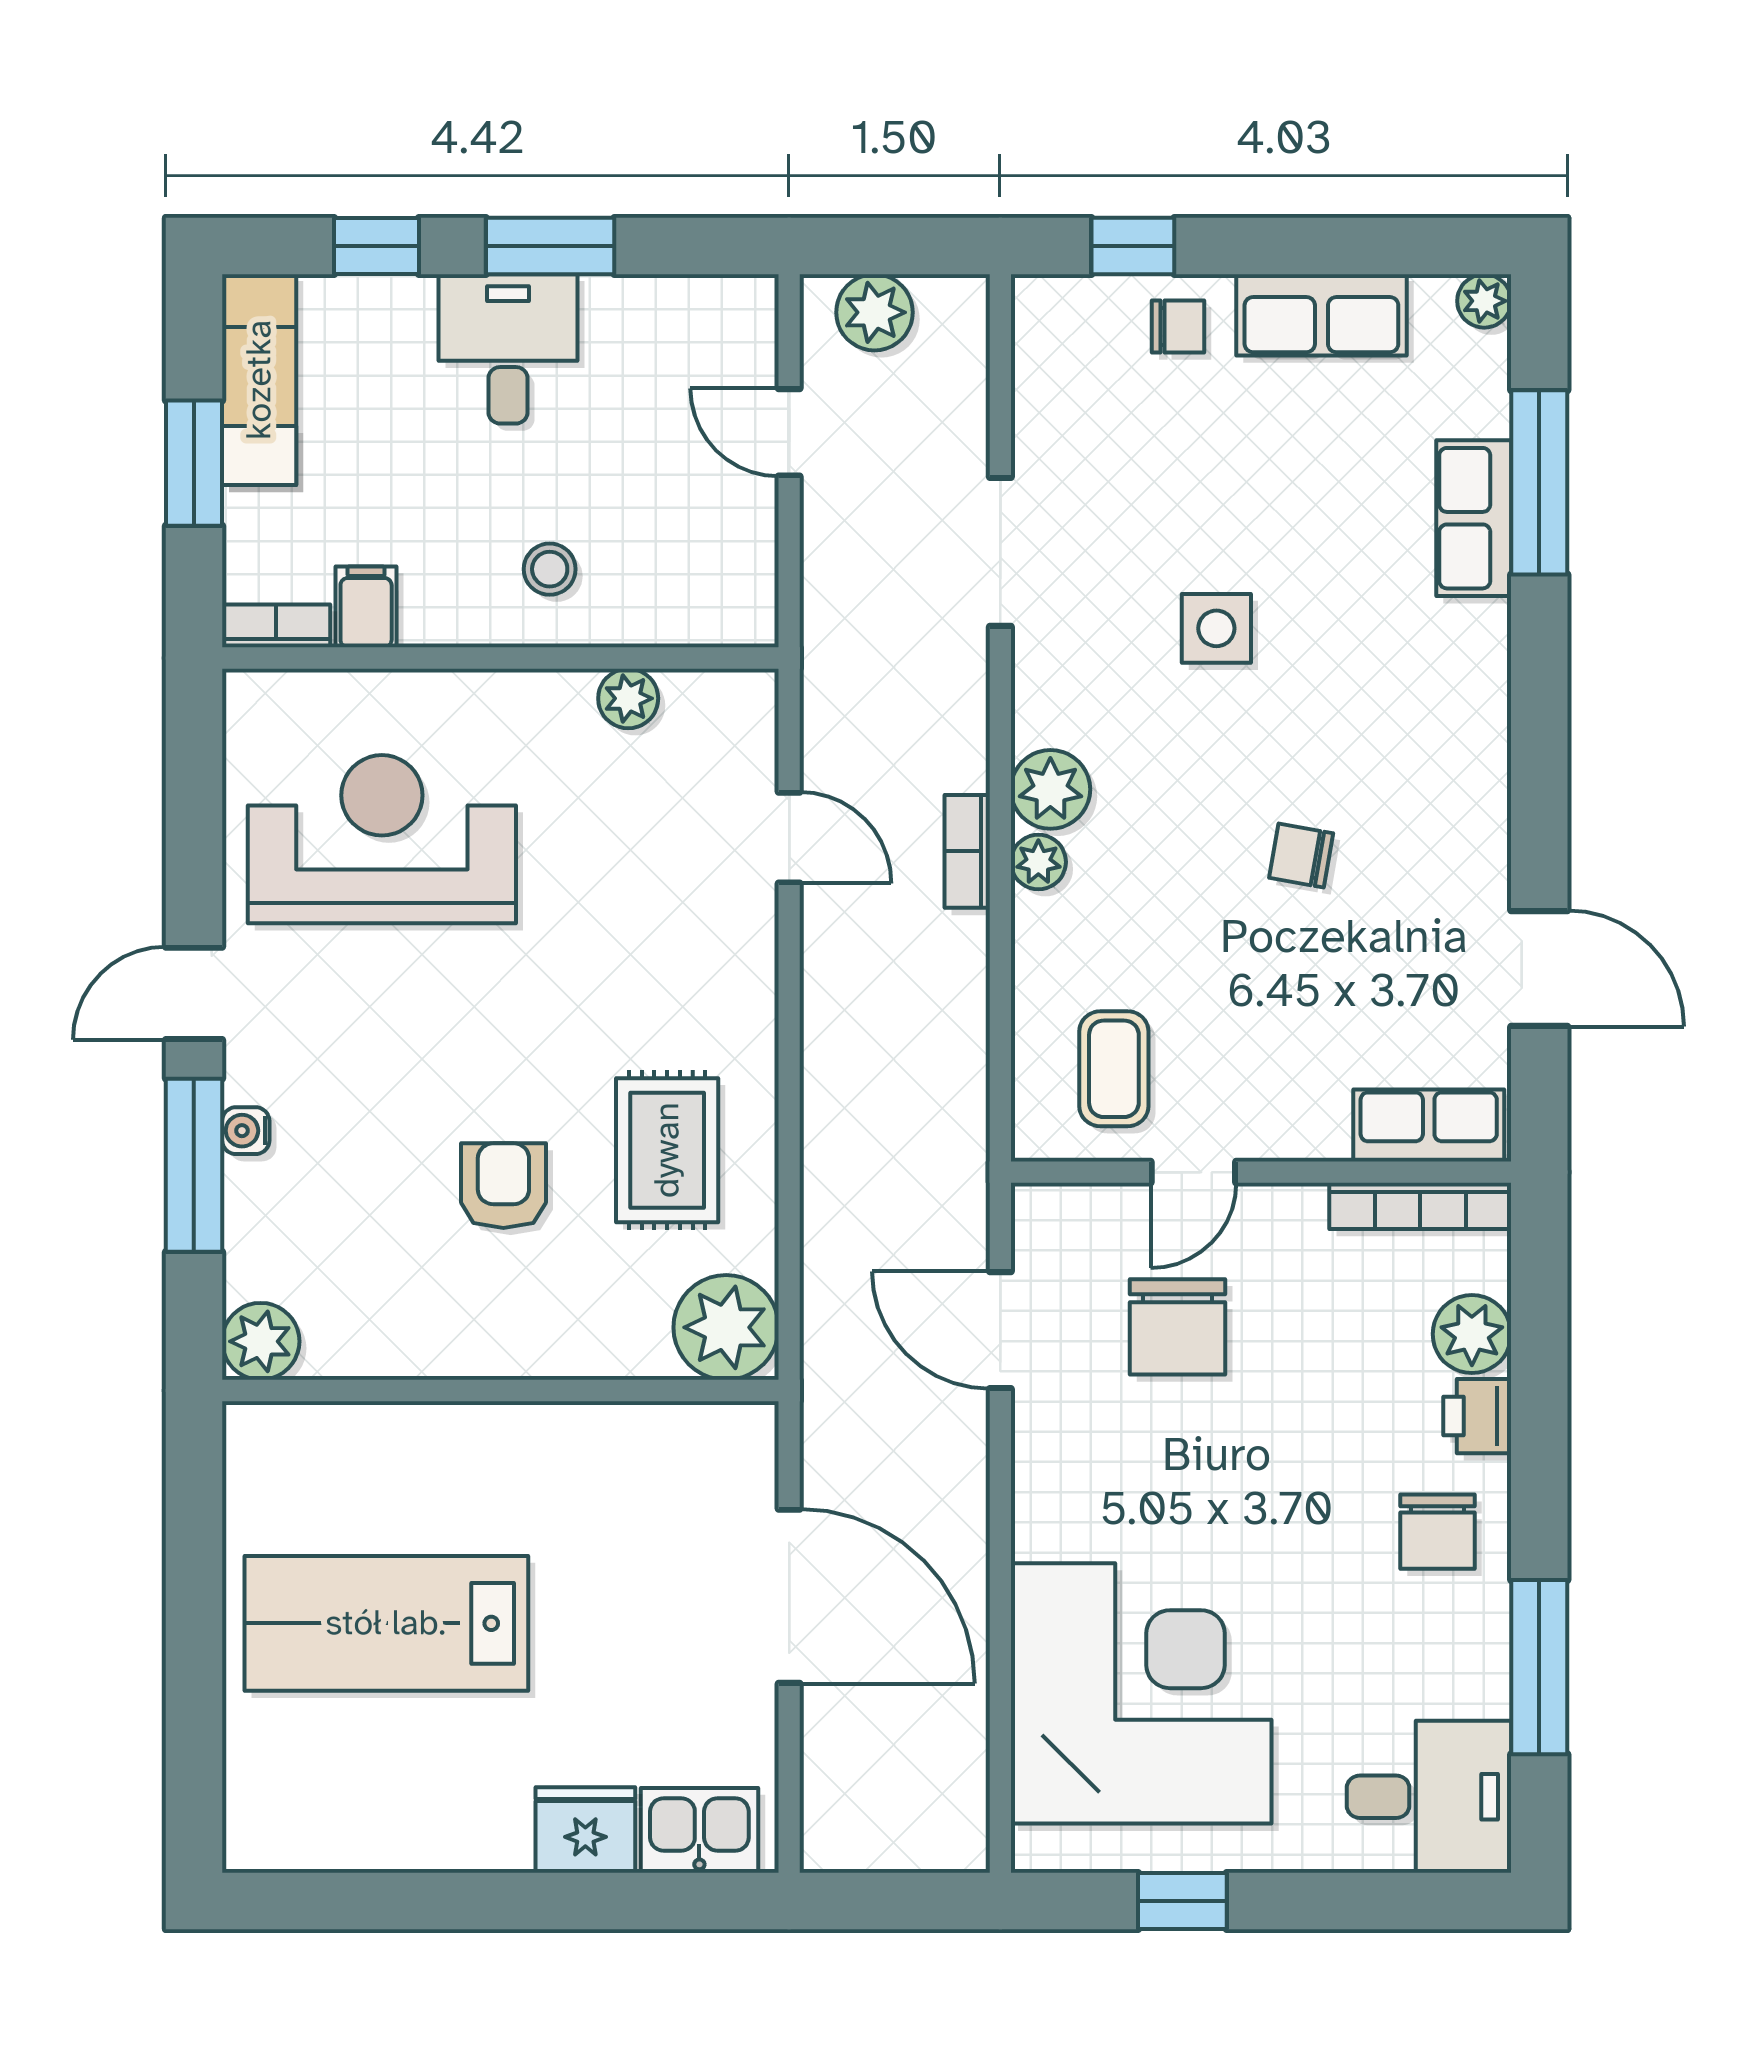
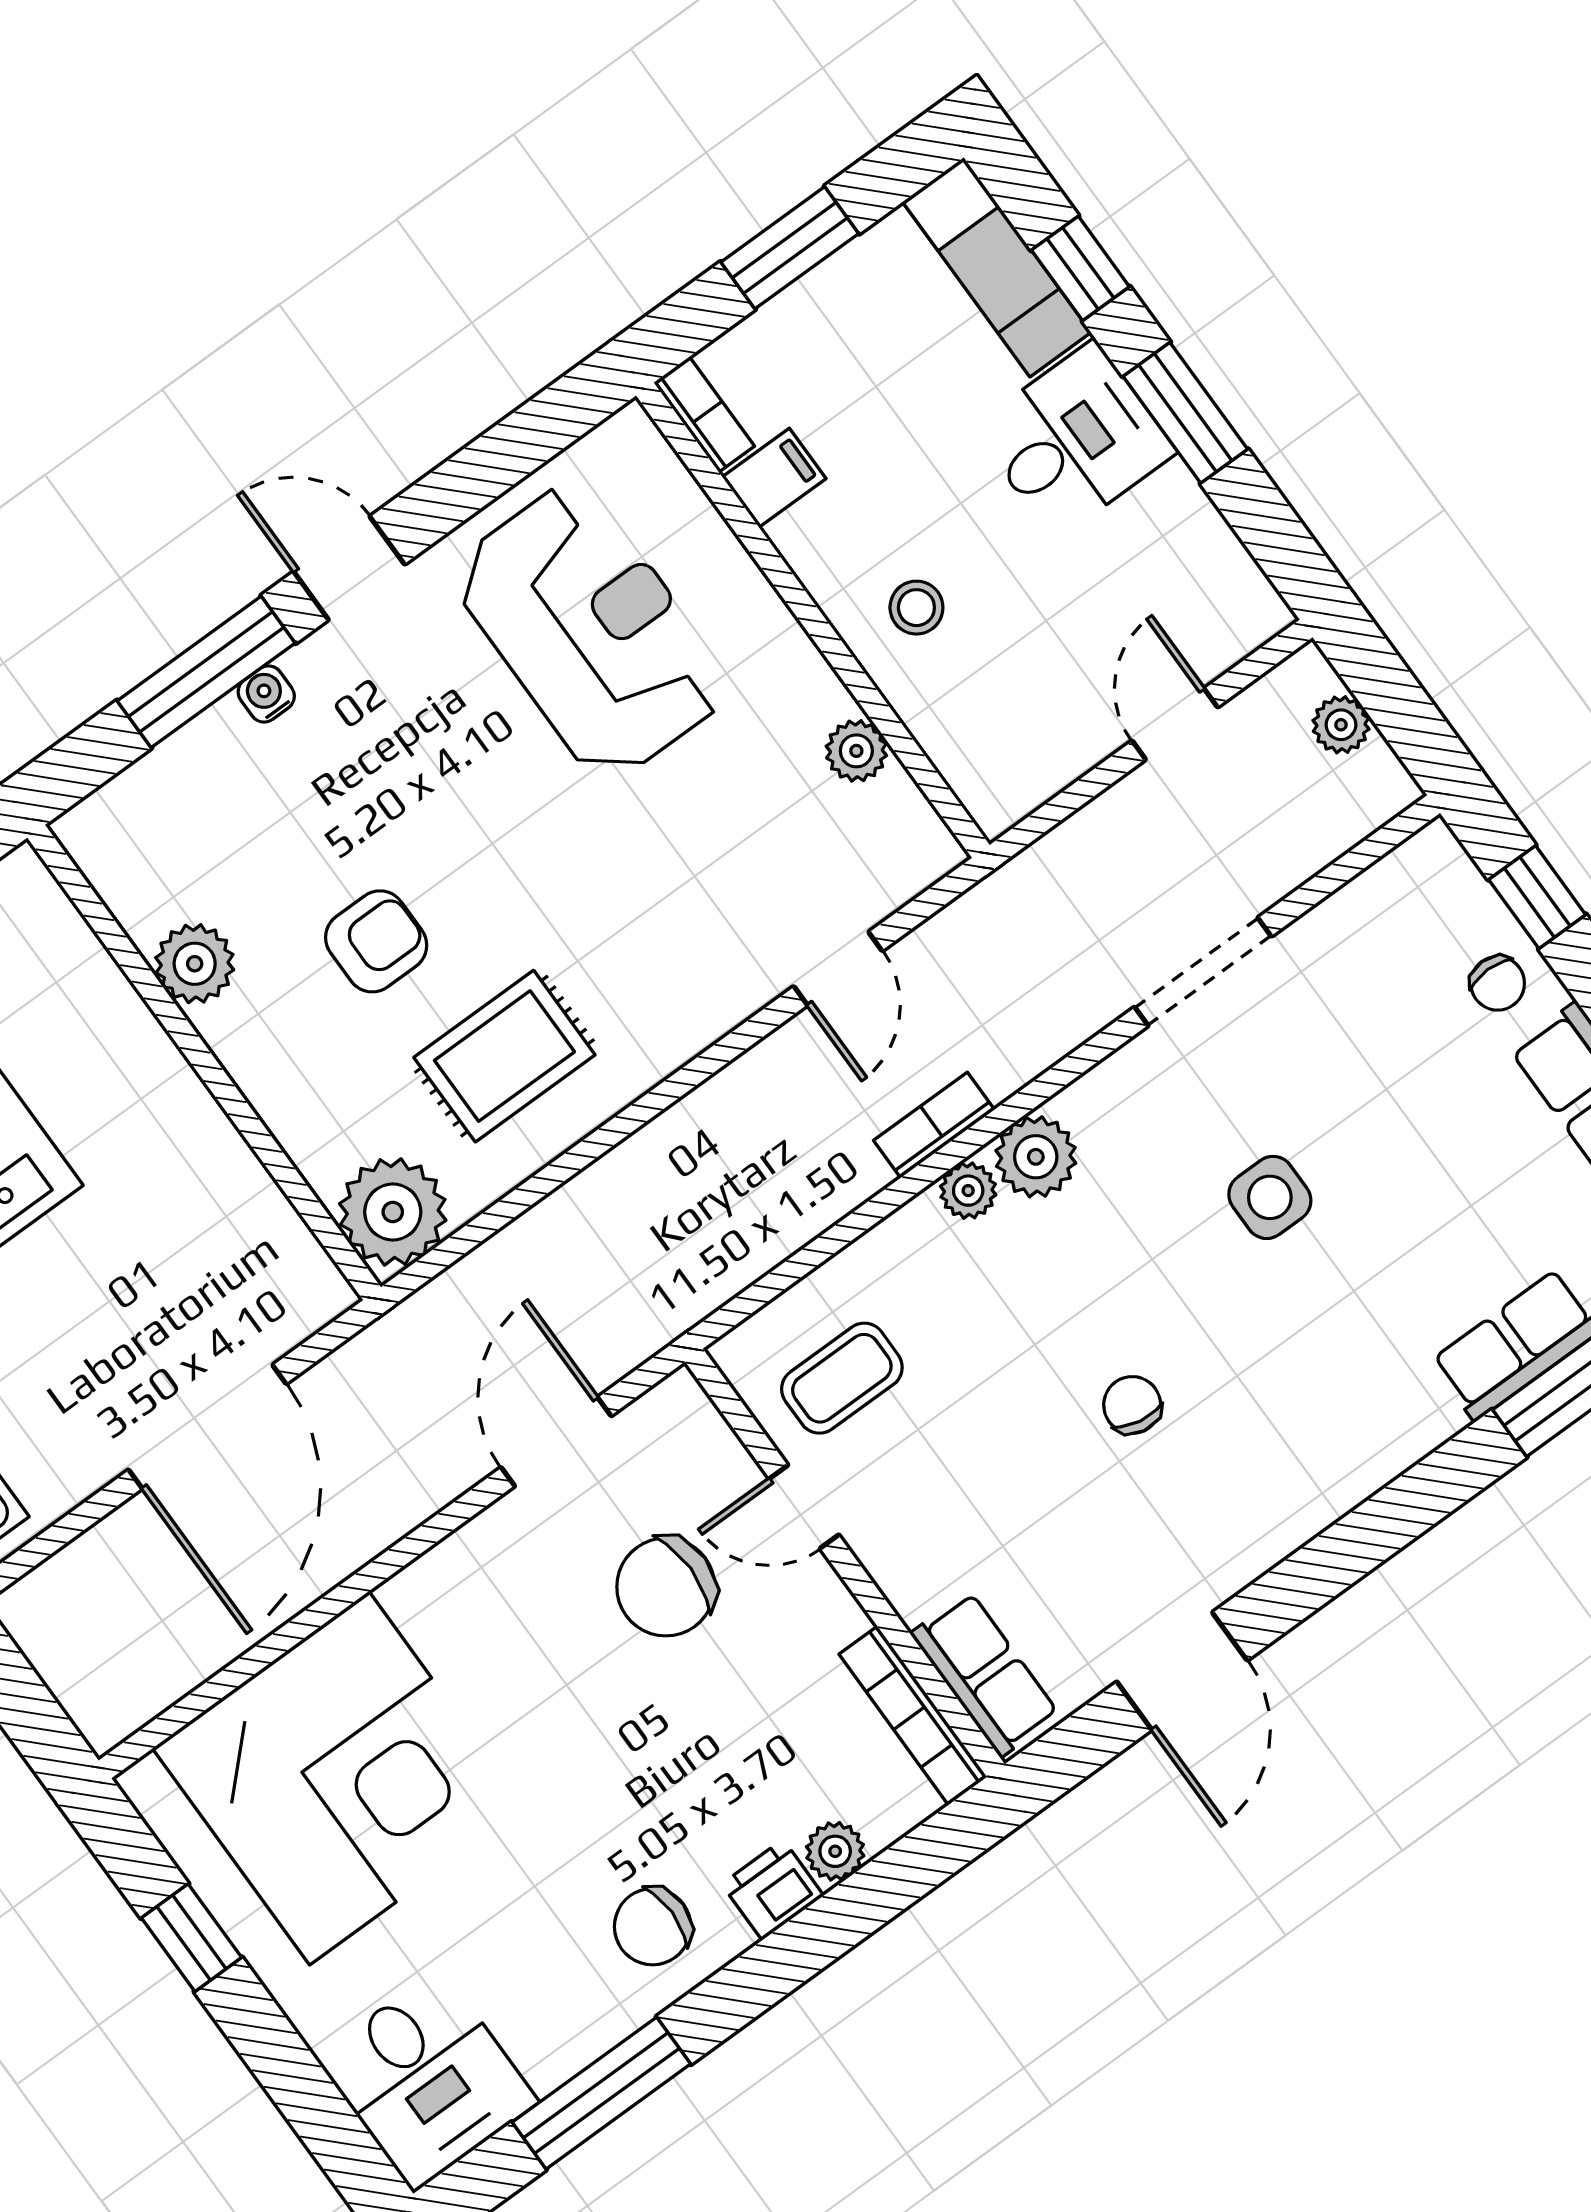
plant: (874, 312) -> (1341, 725), width x0.73, depth x0.73
exam couch: (259, 380) -> (997, 267), moved, turned 90
plant: (1472, 1334) -> (835, 1851), width x0.73, depth x0.73
plant: (261, 1341) -> (195, 964), moved

